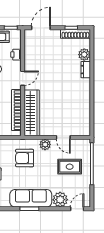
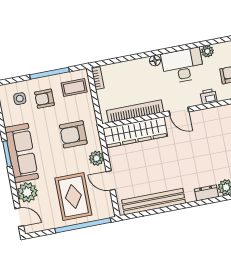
bench: (85, 109) -> (154, 202), added
door: (63, 137) -> (111, 181), hinge flipped
armchair: (25, 158) -> (73, 134), turned -90
rug: (70, 167) -> (73, 197), width x1.36, depth x1.43

